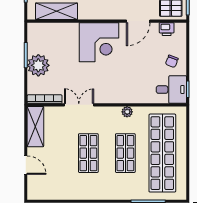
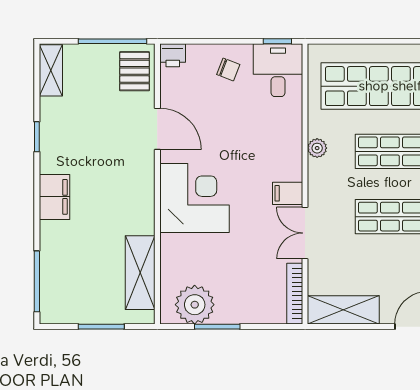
printer: (167, 29) -> (173, 55), moved, turned 90
plant: (38, 65) -> (195, 305), moved
filing cabinet: (102, 95) -> (288, 193), added

